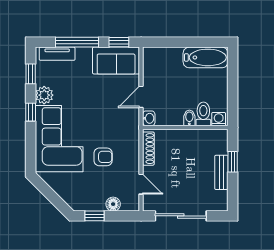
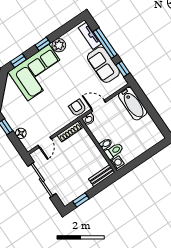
bathtub: (206, 57) -> (133, 104), moved
sofa: (116, 60) -> (103, 65), moved
window: (31, 74) -> (18, 61), moved
armchair: (103, 157) -> (78, 108), moved, turned 180
window: (233, 162) -> (81, 200), moved
bench: (221, 172) -> (102, 176), moved

